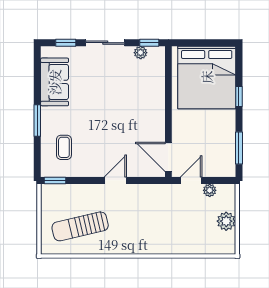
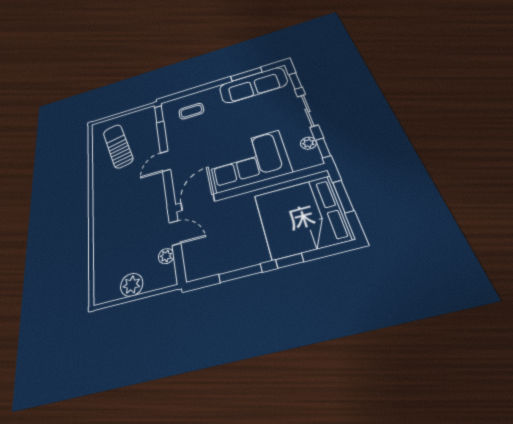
window: (199, 43) -> (343, 196), added
sofa: (55, 82) -> (253, 85), width x1.36
corner sofa: (141, 106) -> (248, 161), added
window: (37, 120) -> (246, 74), moved
window: (239, 148) -> (240, 273), moved
door: (115, 180) -> (165, 161), swing flipped

